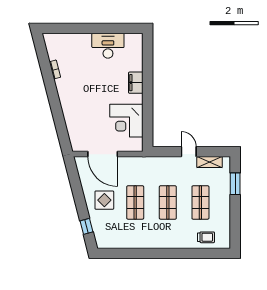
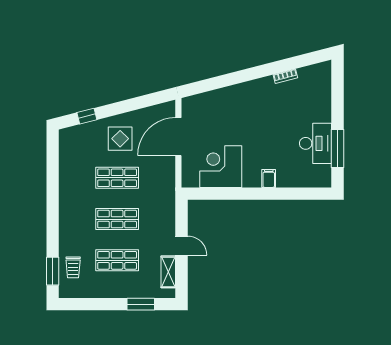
window: (112, 28) -> (338, 149), added
filing cabinet: (136, 83) -> (269, 178), width x0.50
door: (189, 152) -> (181, 246), hinge flipped
window: (209, 253) -> (53, 271), added

